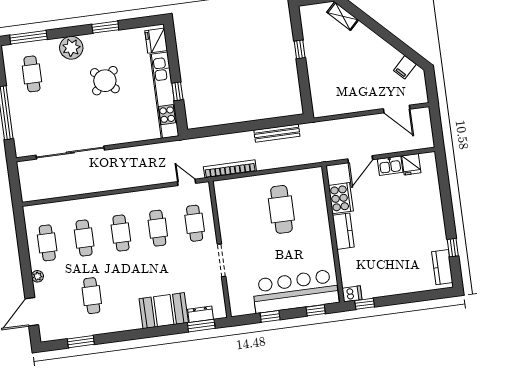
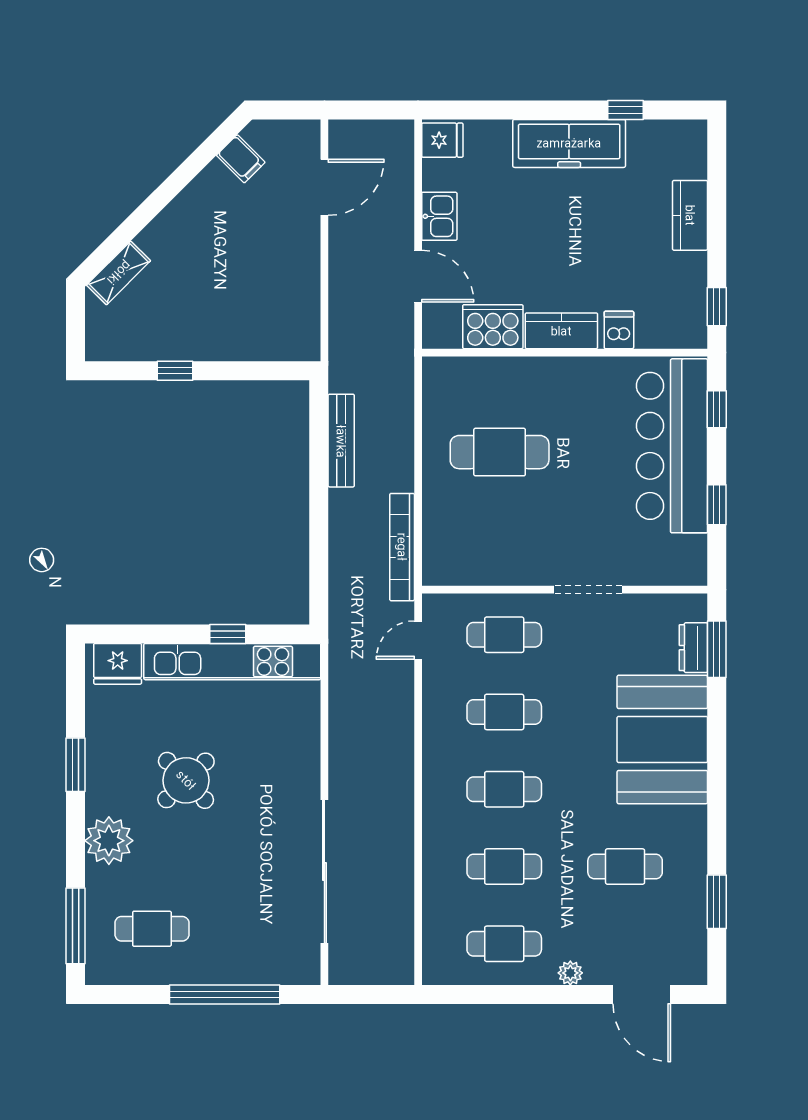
fridge: (411, 164) -> (442, 140), moved
freezer: (433, 223) -> (569, 143), added
kitchen counter: (442, 267) -> (690, 215), moved, turned 90
dishwasher: (352, 294) -> (619, 330), moved
booth: (164, 311) -> (662, 739), width x1.36, depth x1.42

